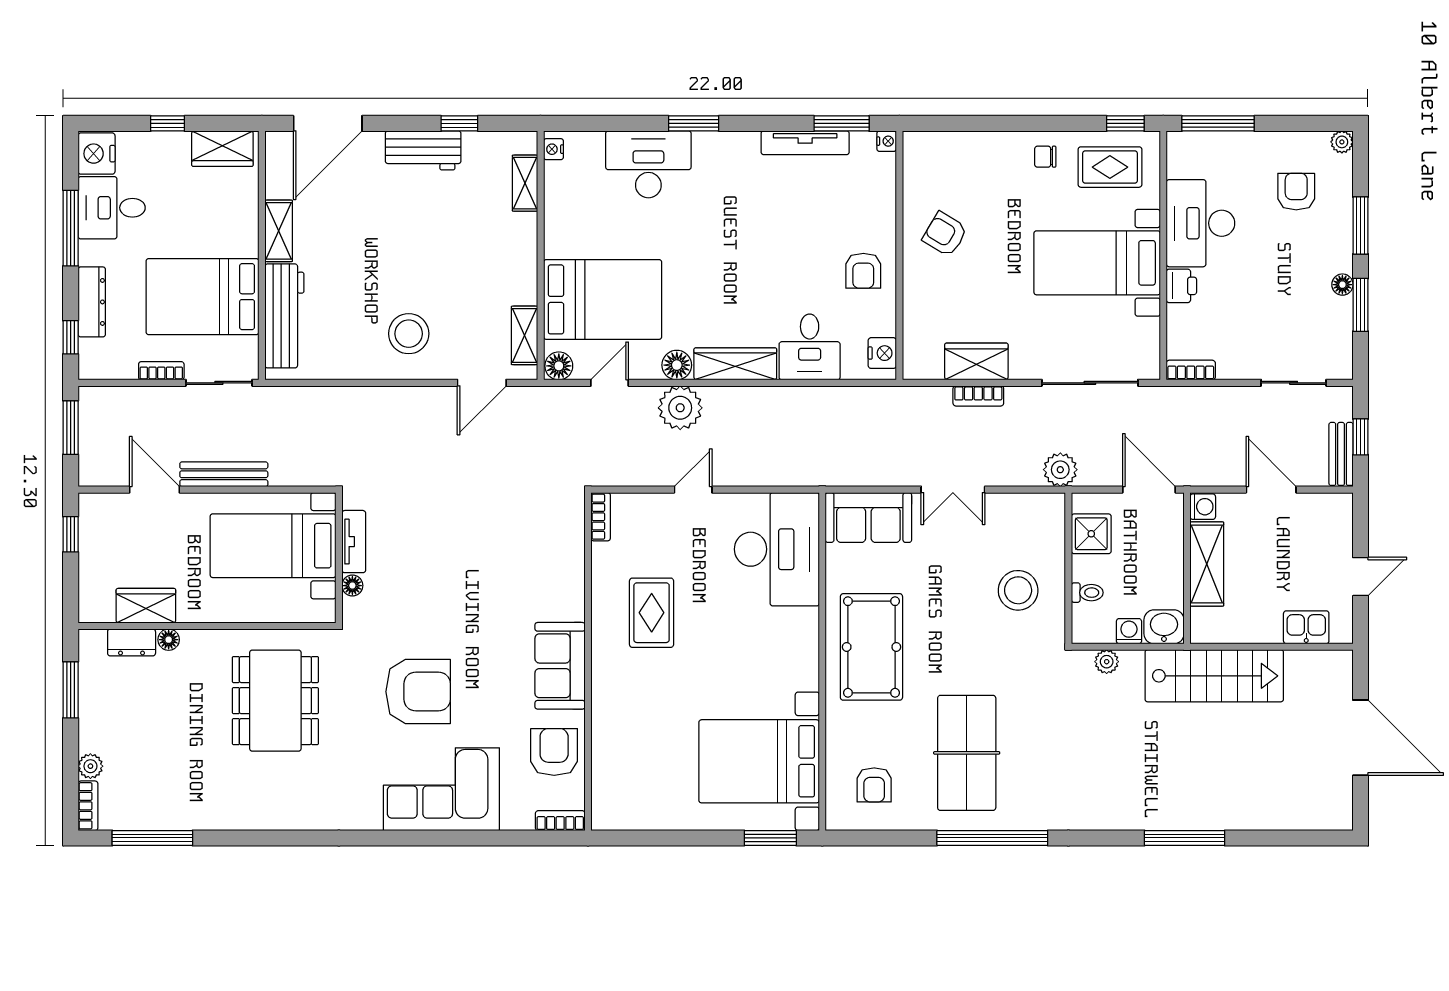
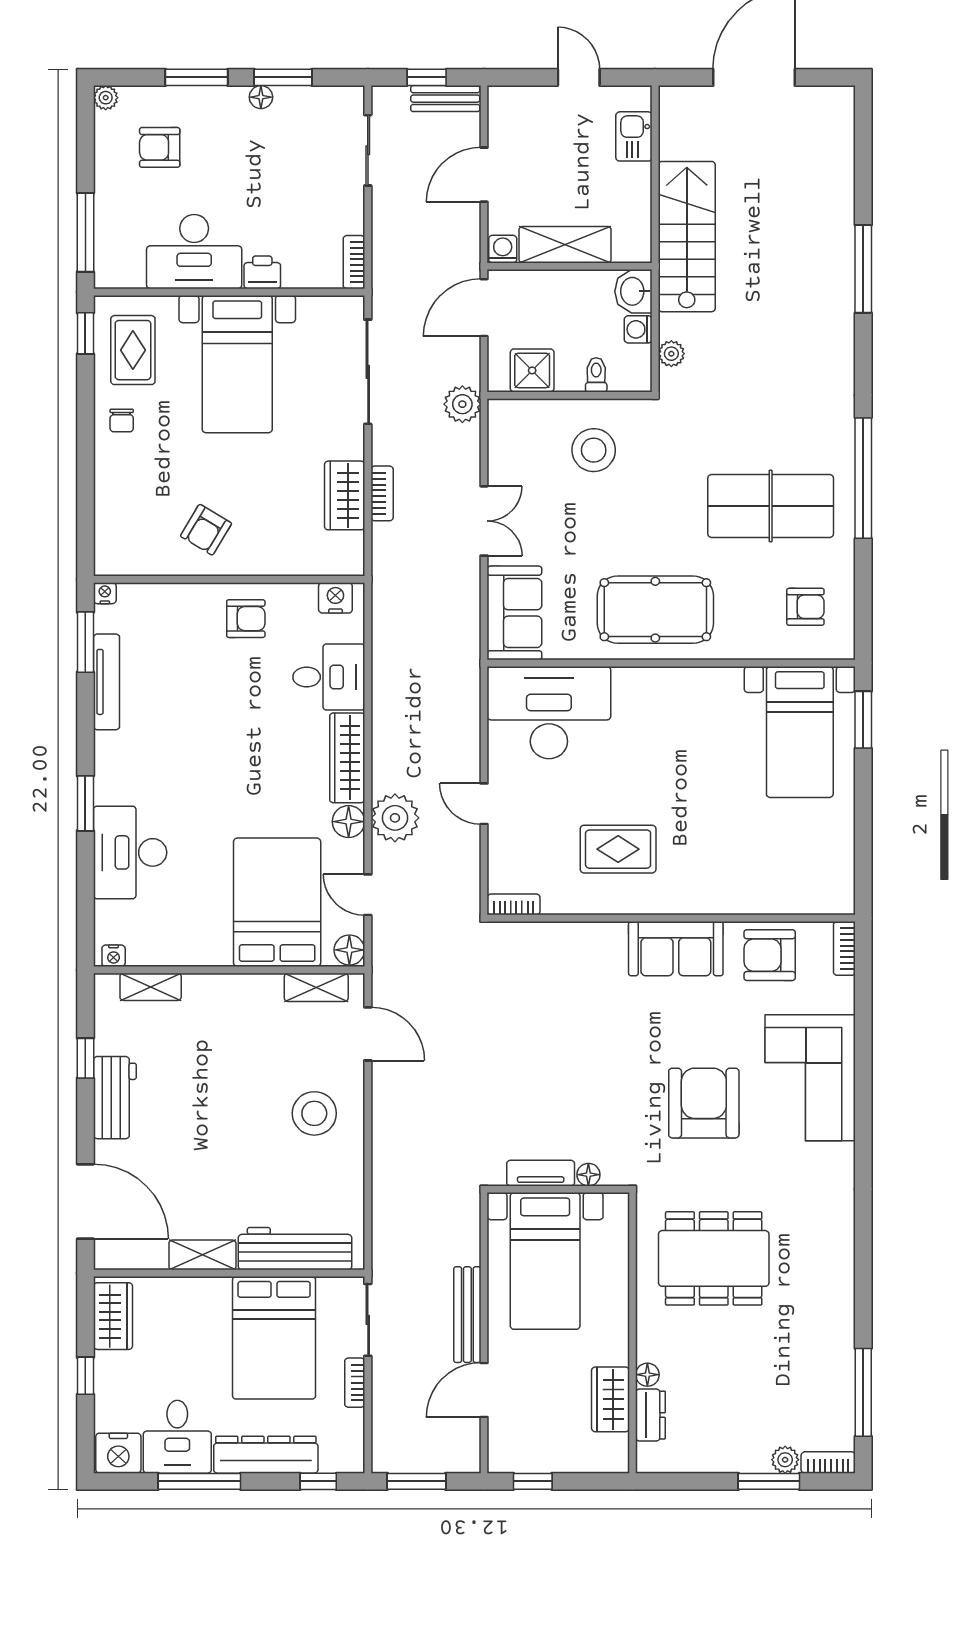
dresser: (92, 302) -> (266, 1455), width x1.37, depth x1.24
window: (71, 690) -> (769, 1481), moved
bed with nightstands: (759, 761) -> (800, 732), width x0.73

